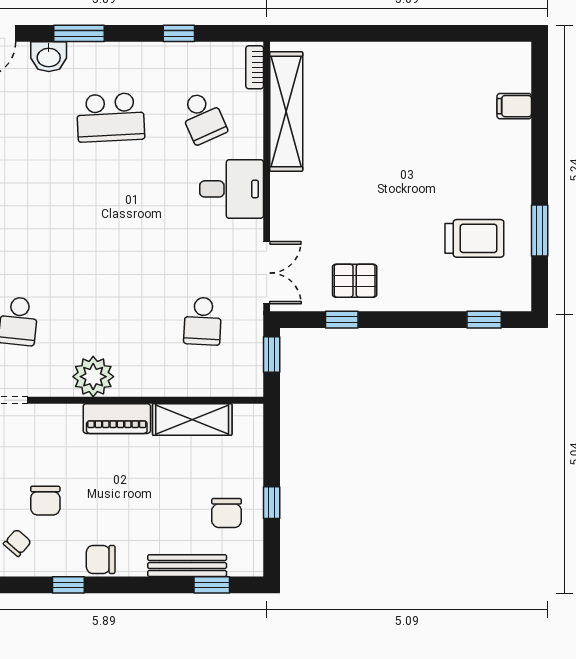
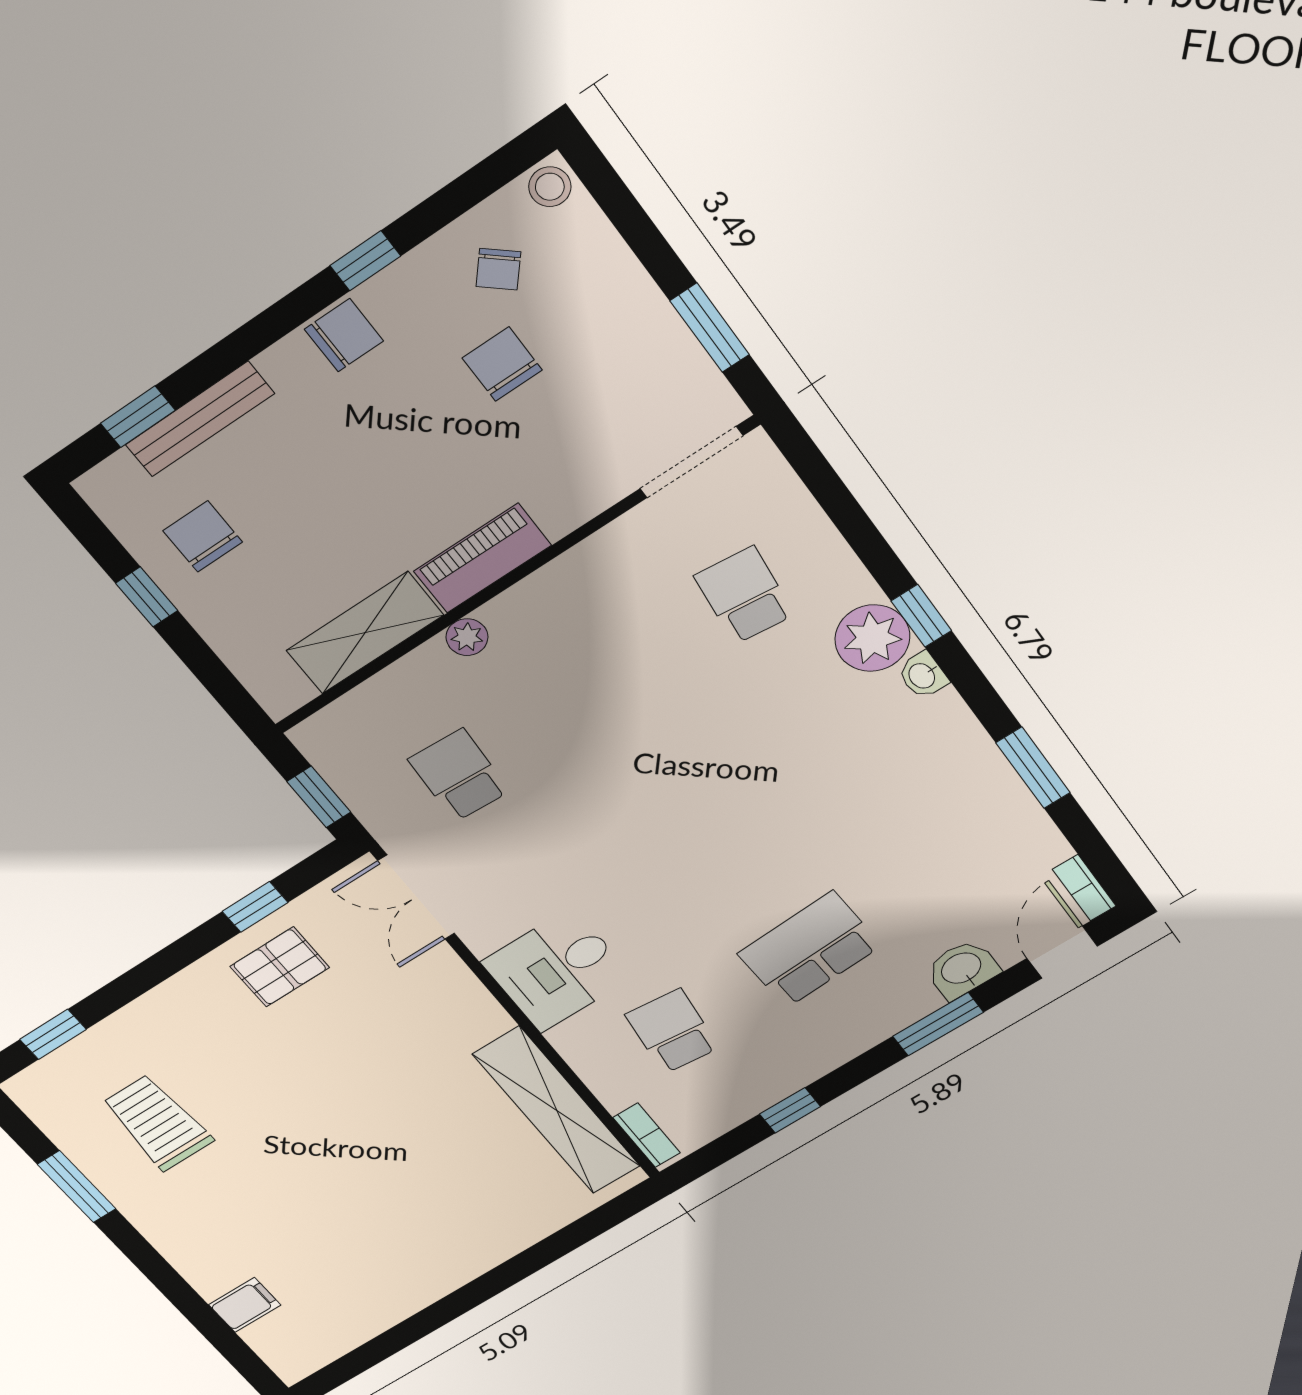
school desk: (203, 117) -> (672, 1031), turned 30
trolley: (474, 238) -> (157, 1122), turned 90
plant: (93, 377) -> (467, 637), moved, width x0.53, depth x0.53

